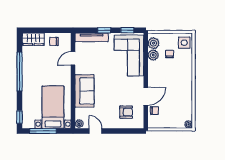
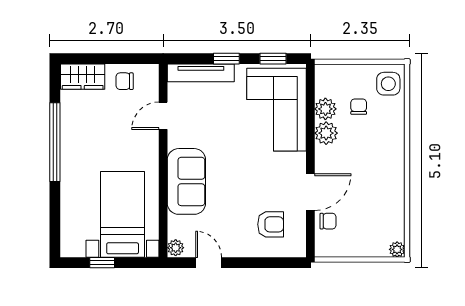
plant: (153, 43) -> (326, 133), moved
window: (20, 117) -> (55, 234), removed
window: (43, 131) -> (102, 263), width x0.46

